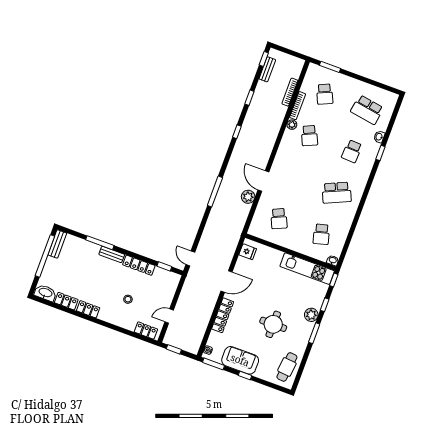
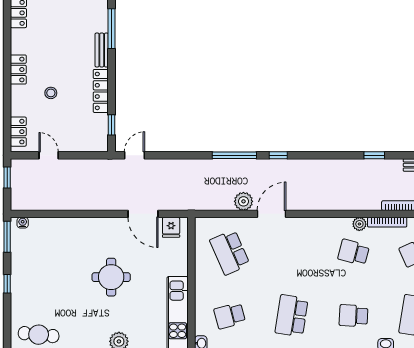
window: (237, 132) -> (278, 155), moved
school desk: (309, 136) -> (354, 252), turned 39
school desk: (337, 193) -> (292, 316), turned 33
school desk: (279, 219) -> (230, 252), width x1.85
door: (227, 281) -> (143, 214), moved
locker: (88, 309) -> (18, 69), moved
locker: (223, 315) -> (75, 225), removed
round table: (273, 324) -> (111, 277), moved
sofa: (240, 360) -> (25, 270), removed

